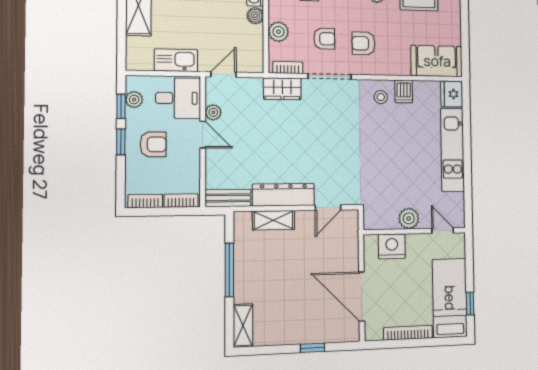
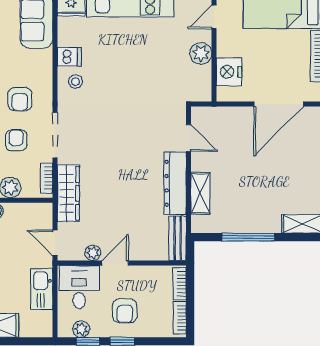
wardrobe: (282, 89) -> (68, 193), width x1.50
armchair: (153, 144) -> (125, 311), turned 180

